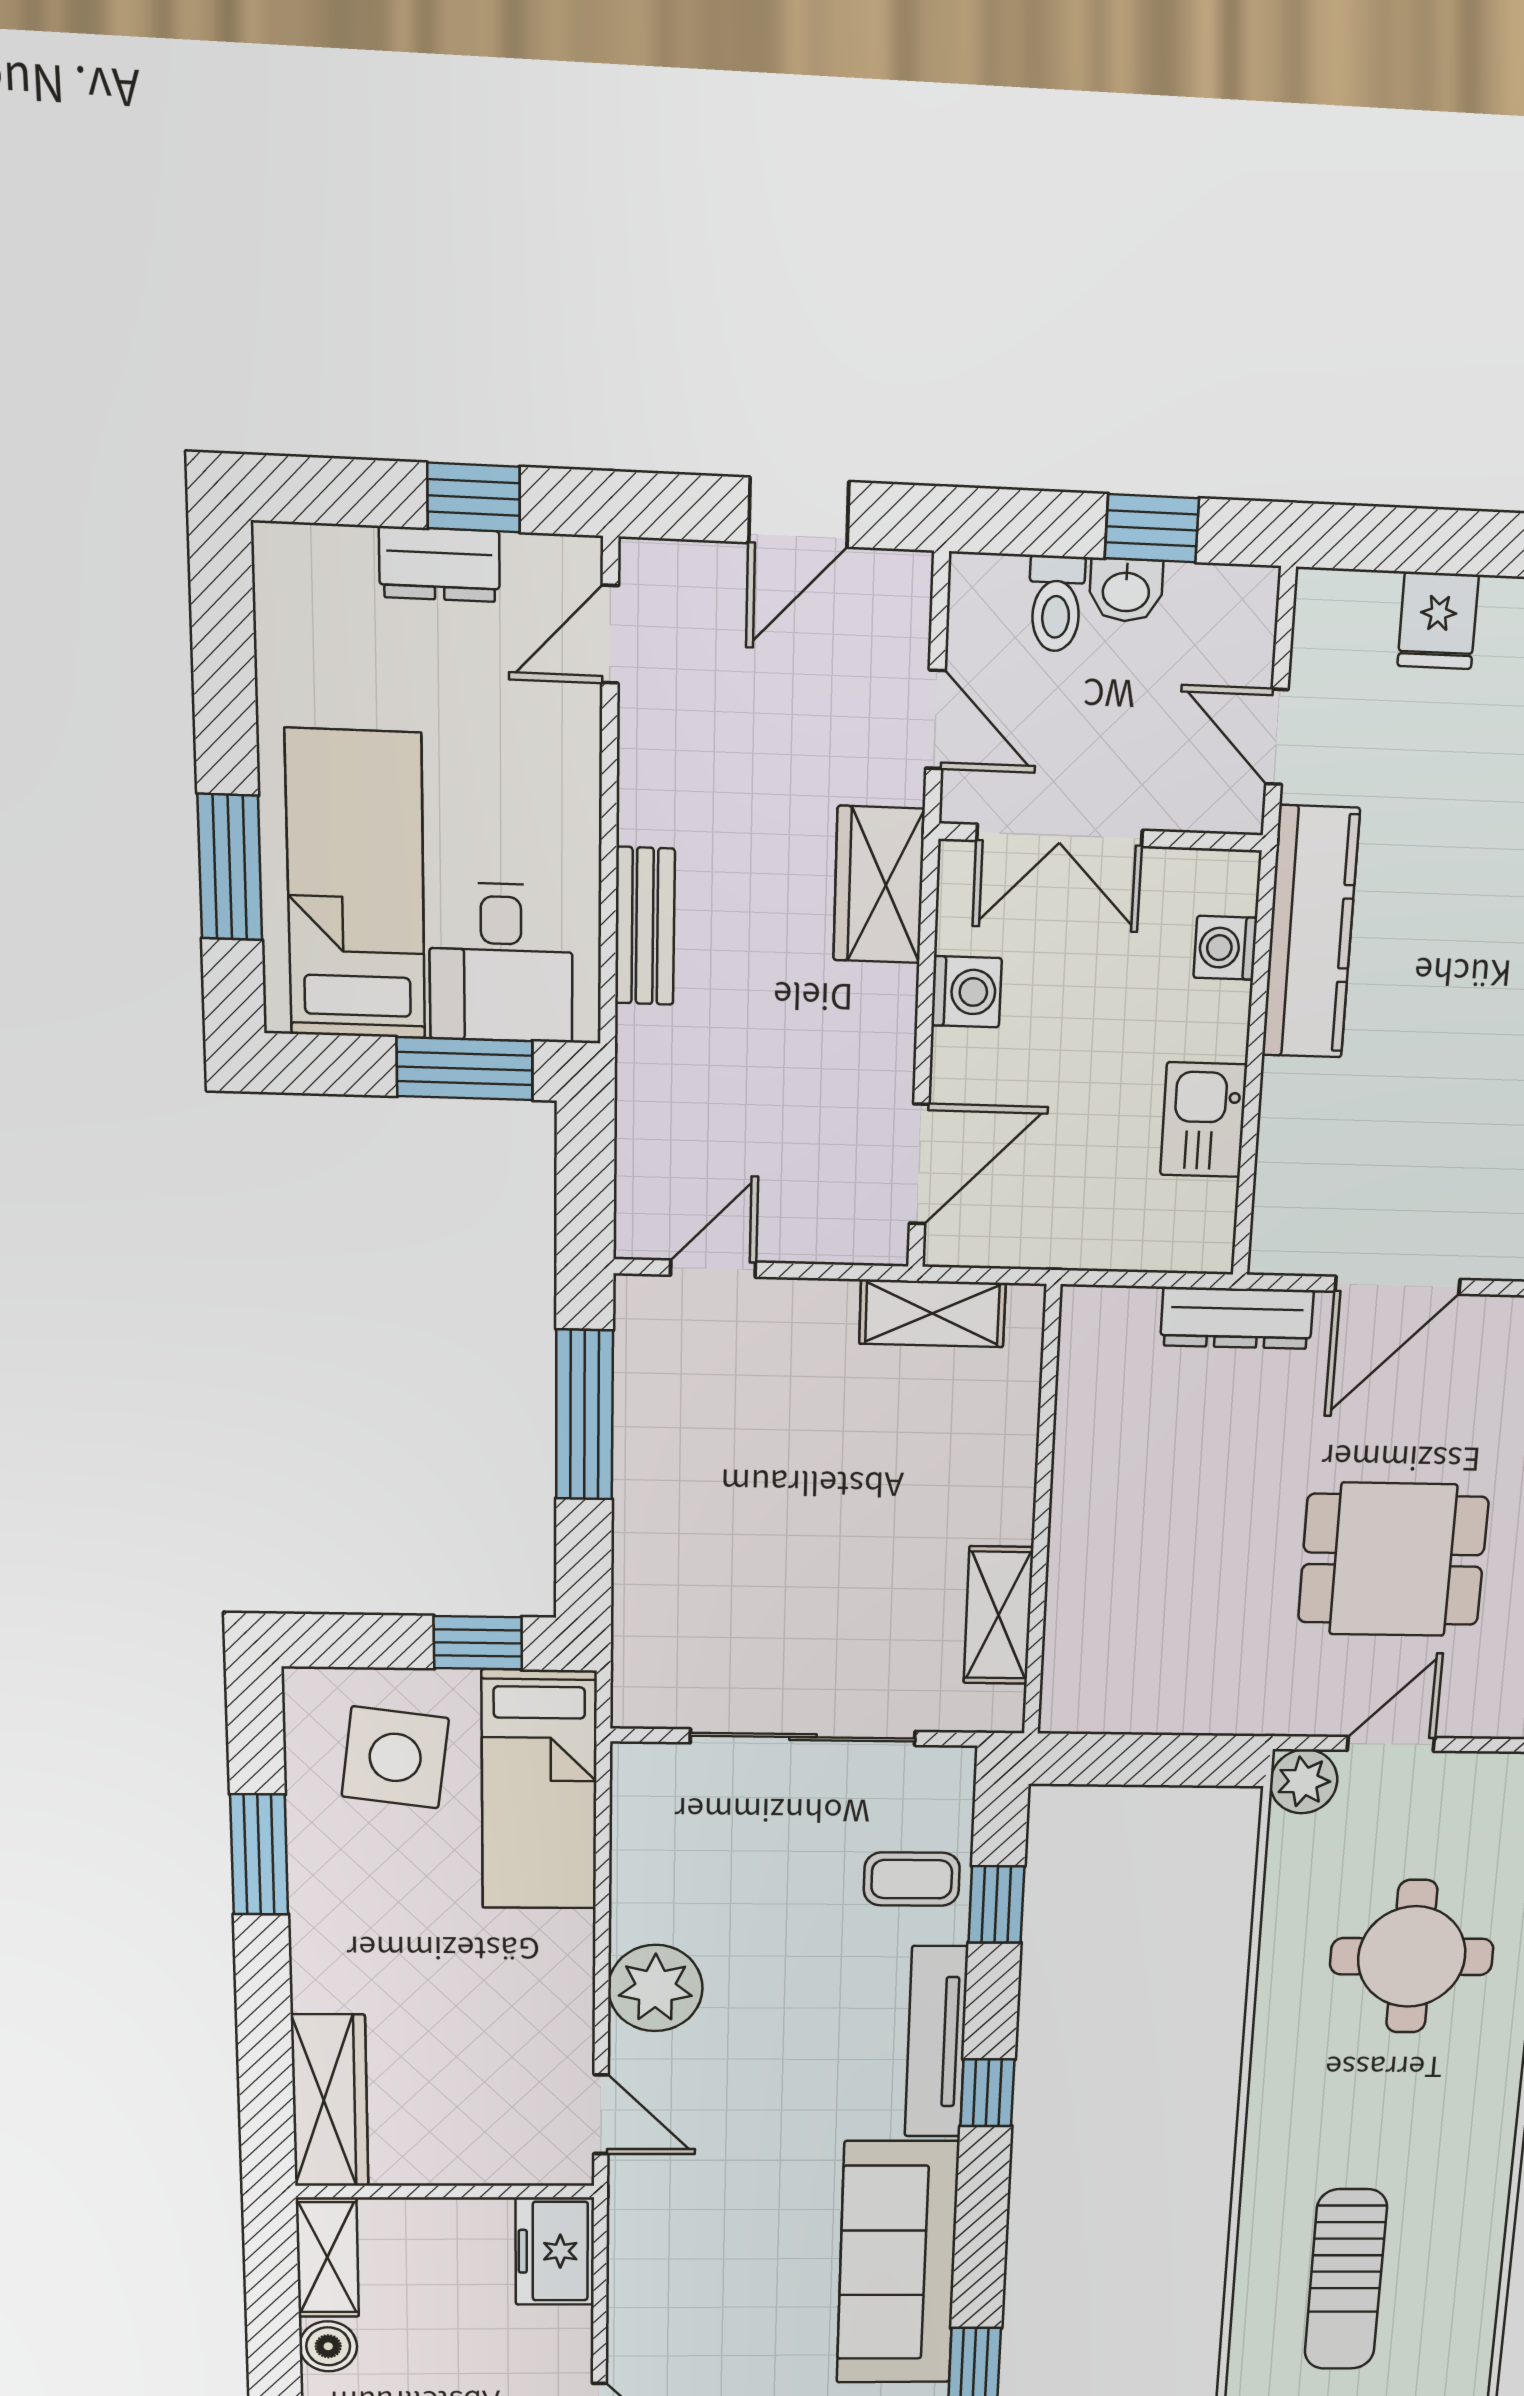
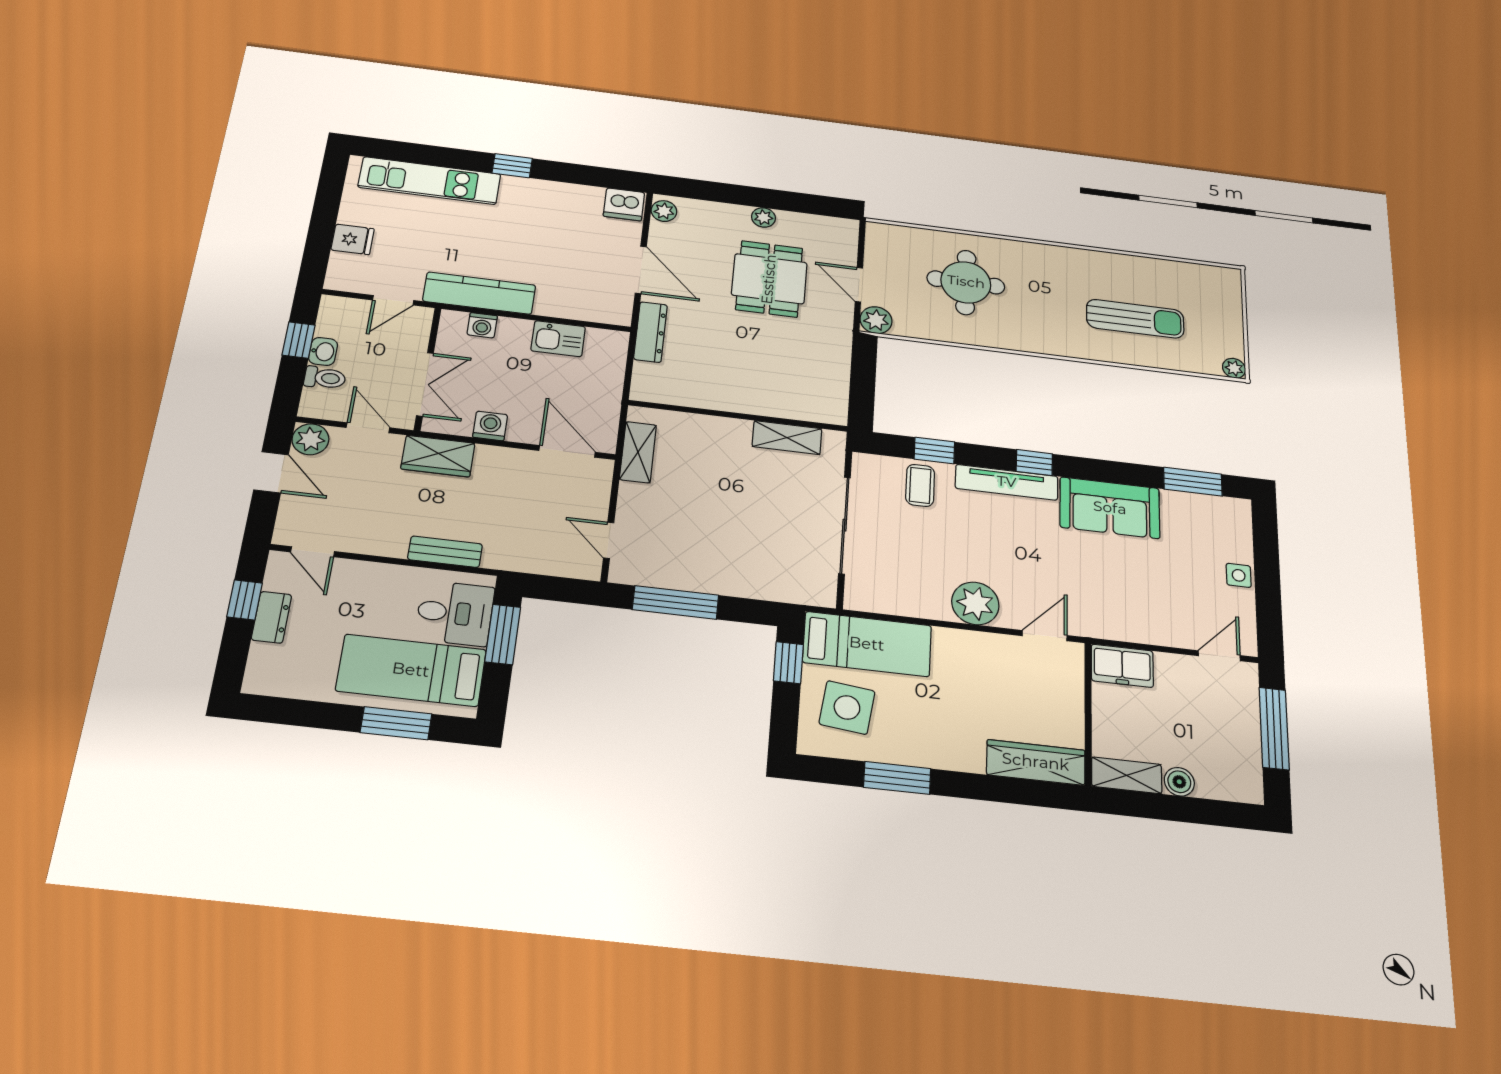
plant: (893, 592) -> (310, 439), added
door: (935, 719) -> (368, 428), hinge flipped
sofa: (898, 2263) -> (1110, 508), width x0.73

